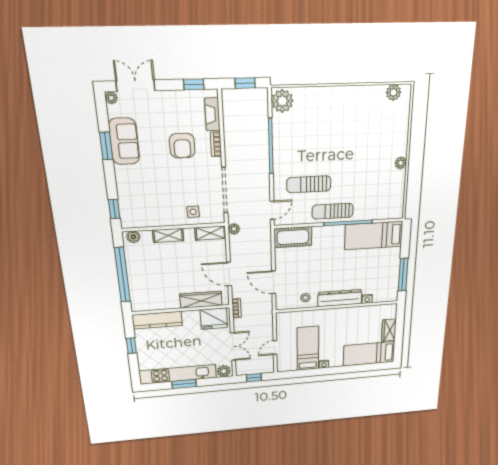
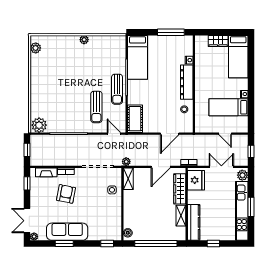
sofa: (124, 141) -> (67, 232), width x1.36
armchair: (182, 146) -> (66, 194), turned -79
shelving: (168, 235) -> (181, 216), moved

